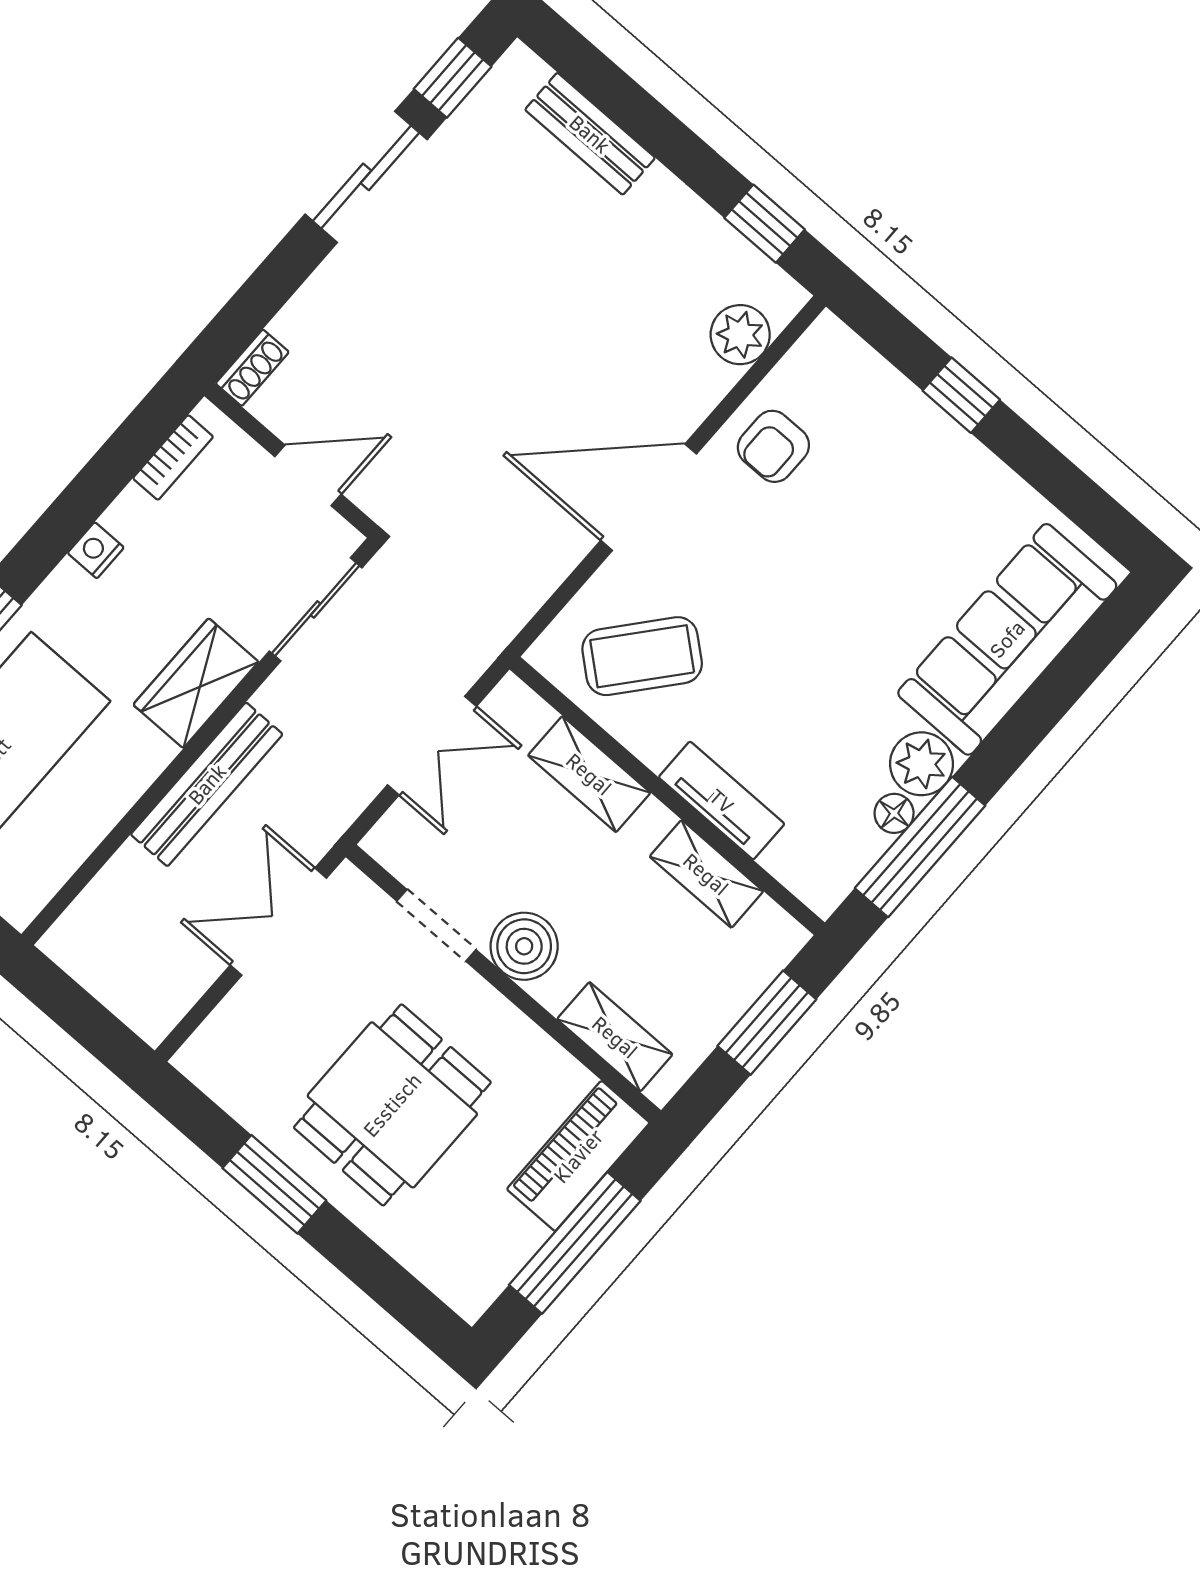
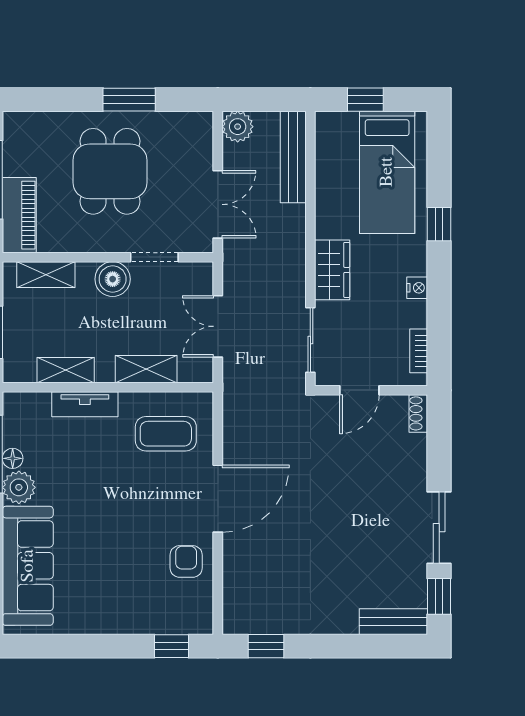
bench: (590, 134) -> (393, 622), moved
plant: (740, 335) -> (238, 127), moved
window: (961, 395) -> (172, 646), moved
coffee table: (642, 656) -> (166, 434), turned 50
bench: (207, 784) -> (293, 157), moved

